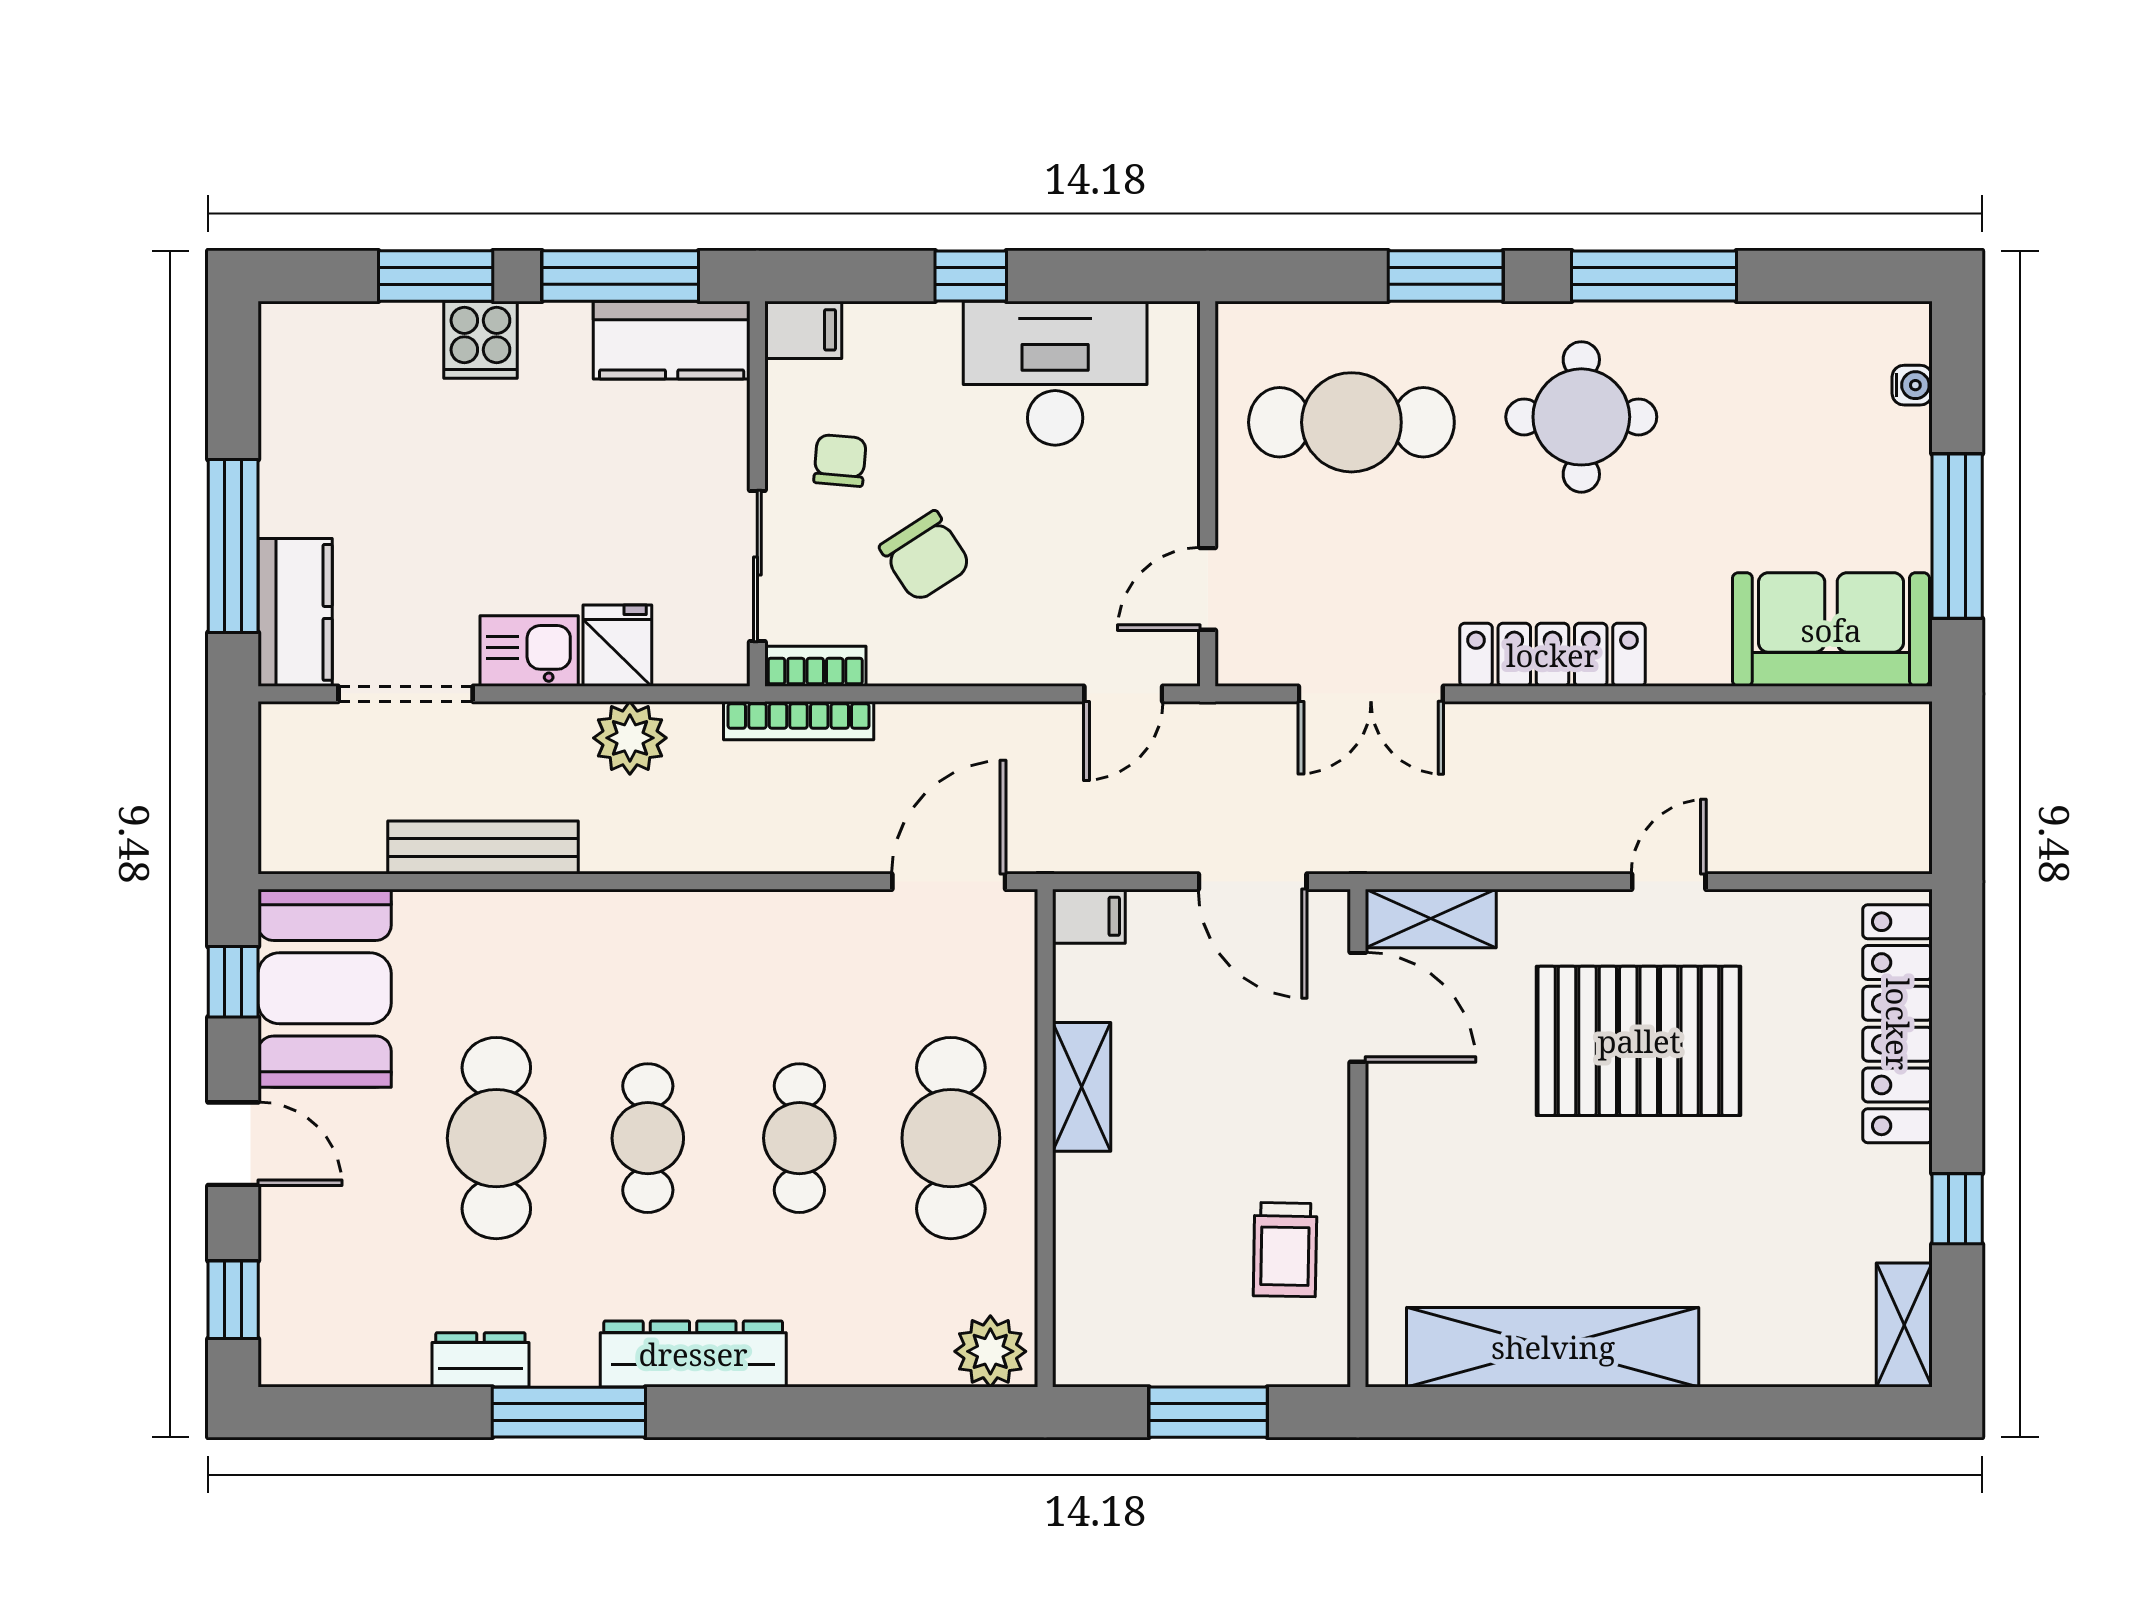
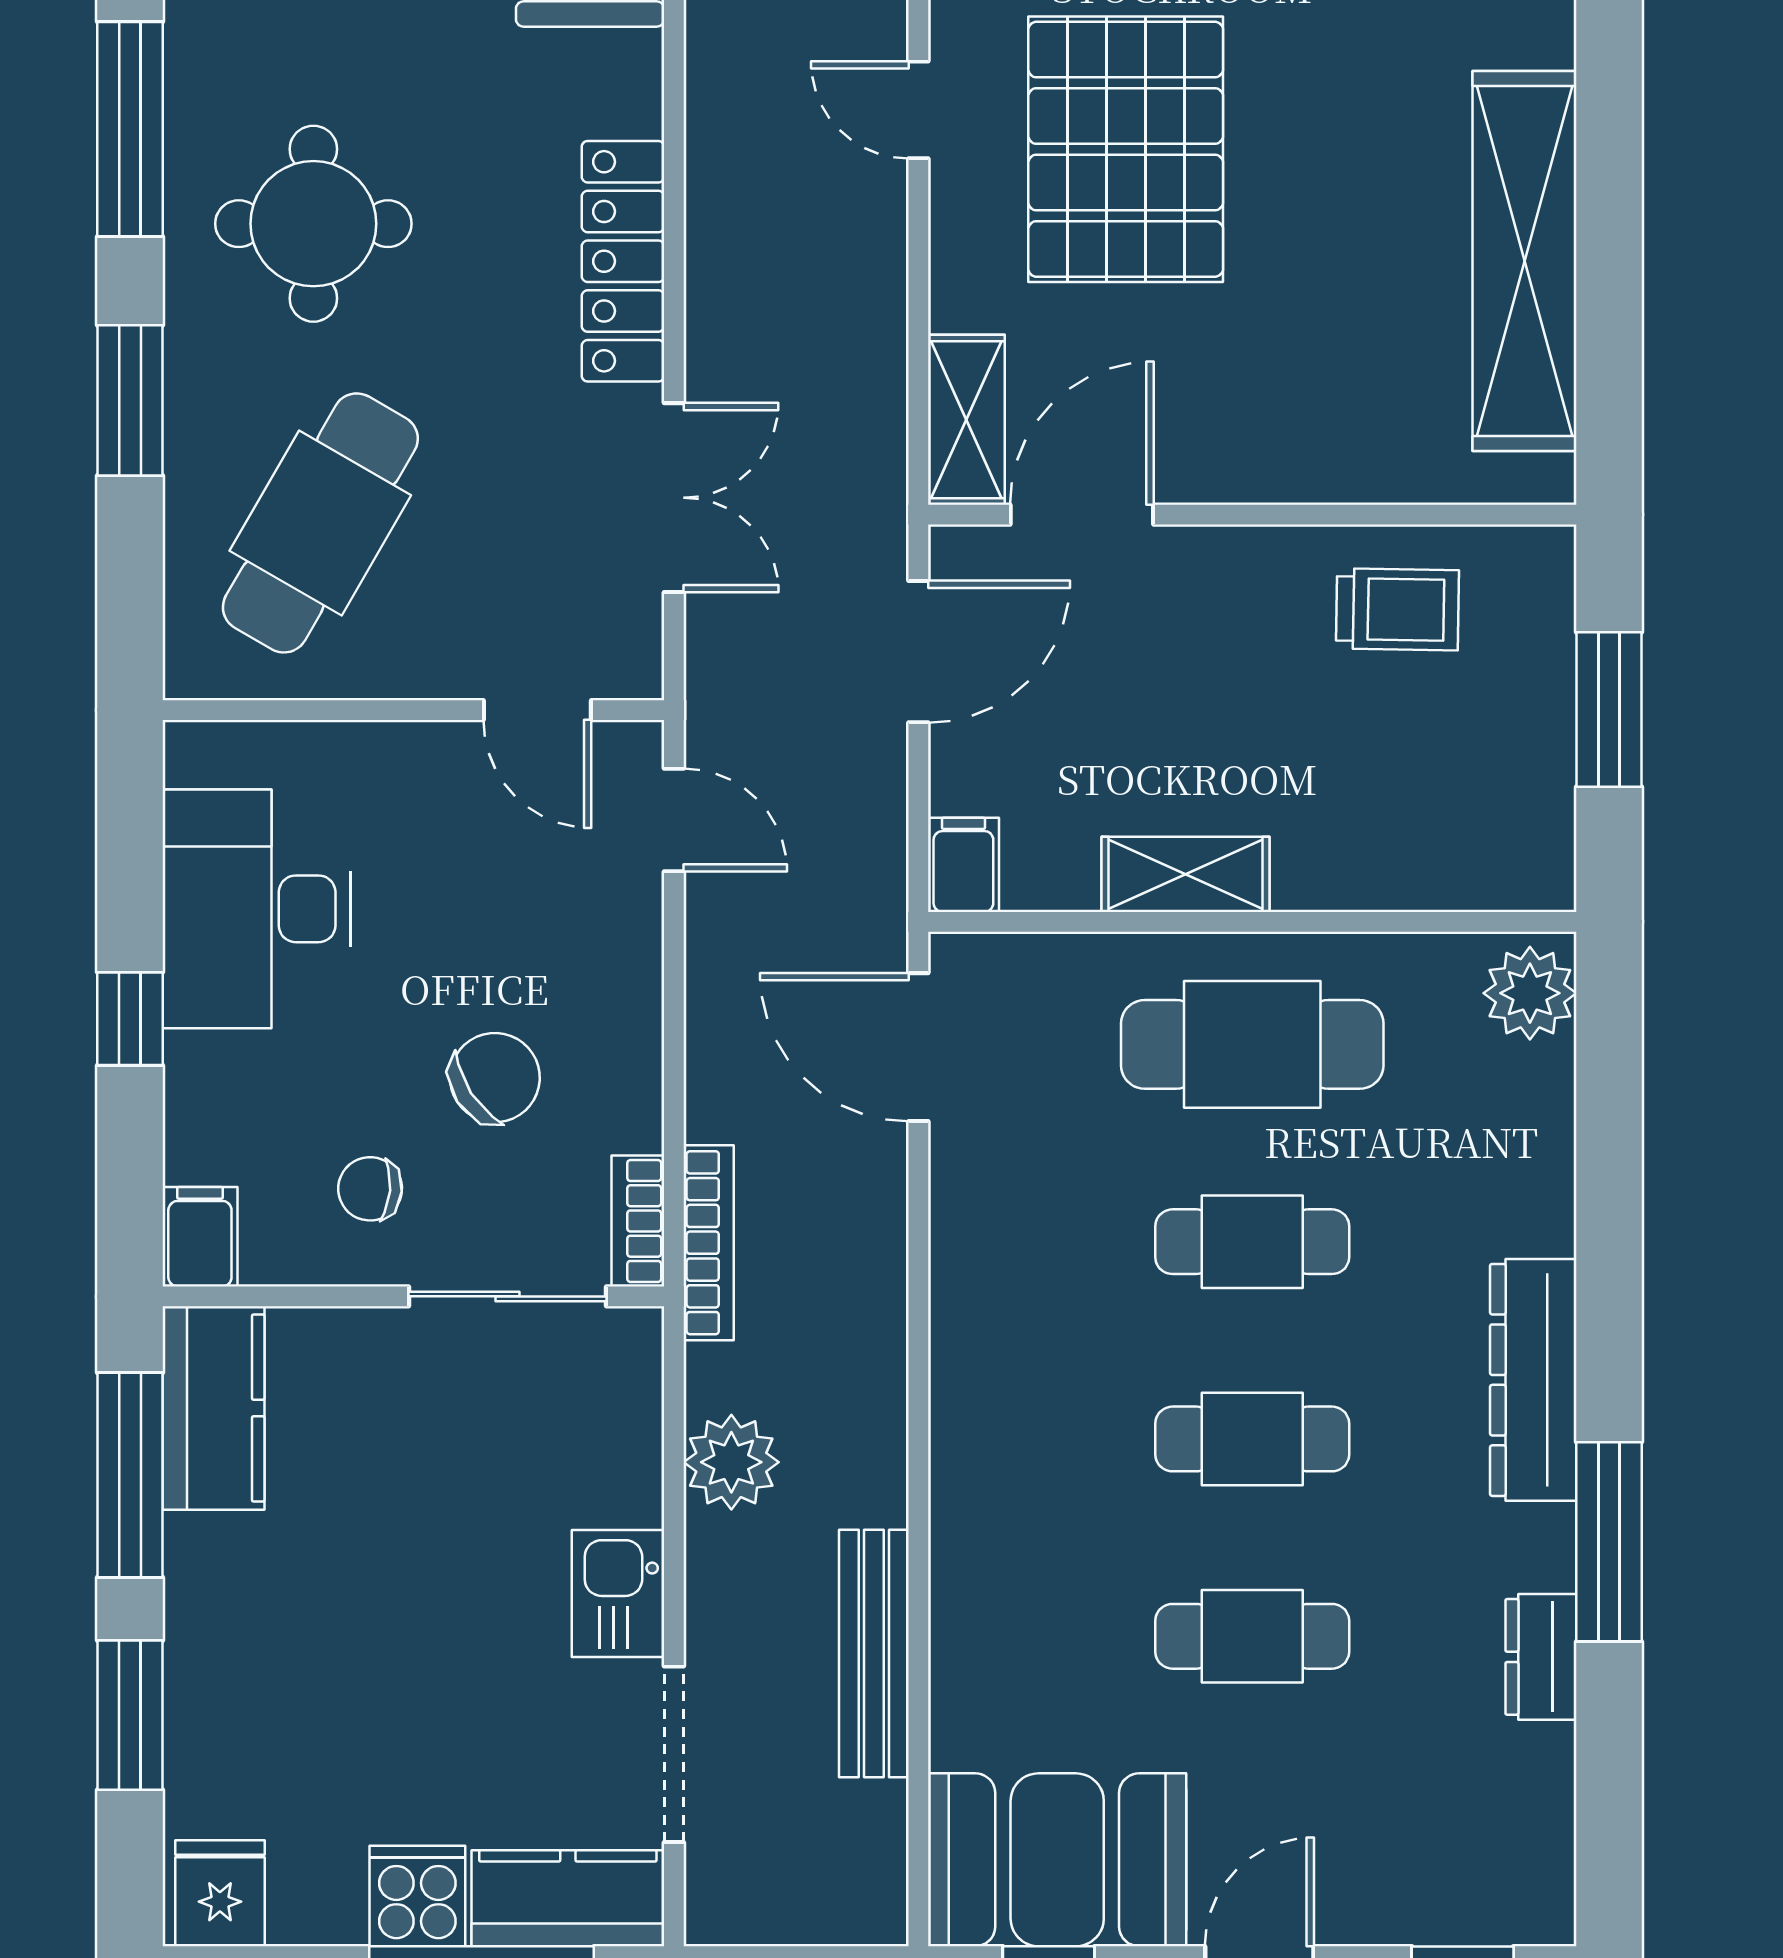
cooker: (480, 340) -> (417, 1896), moved, turned -90
cafe table: (1351, 422) -> (320, 523), turned 30
fridge: (617, 646) -> (220, 1893), moved, turned 90
cafe table: (496, 1138) -> (1252, 1636), width x0.73, depth x0.74

